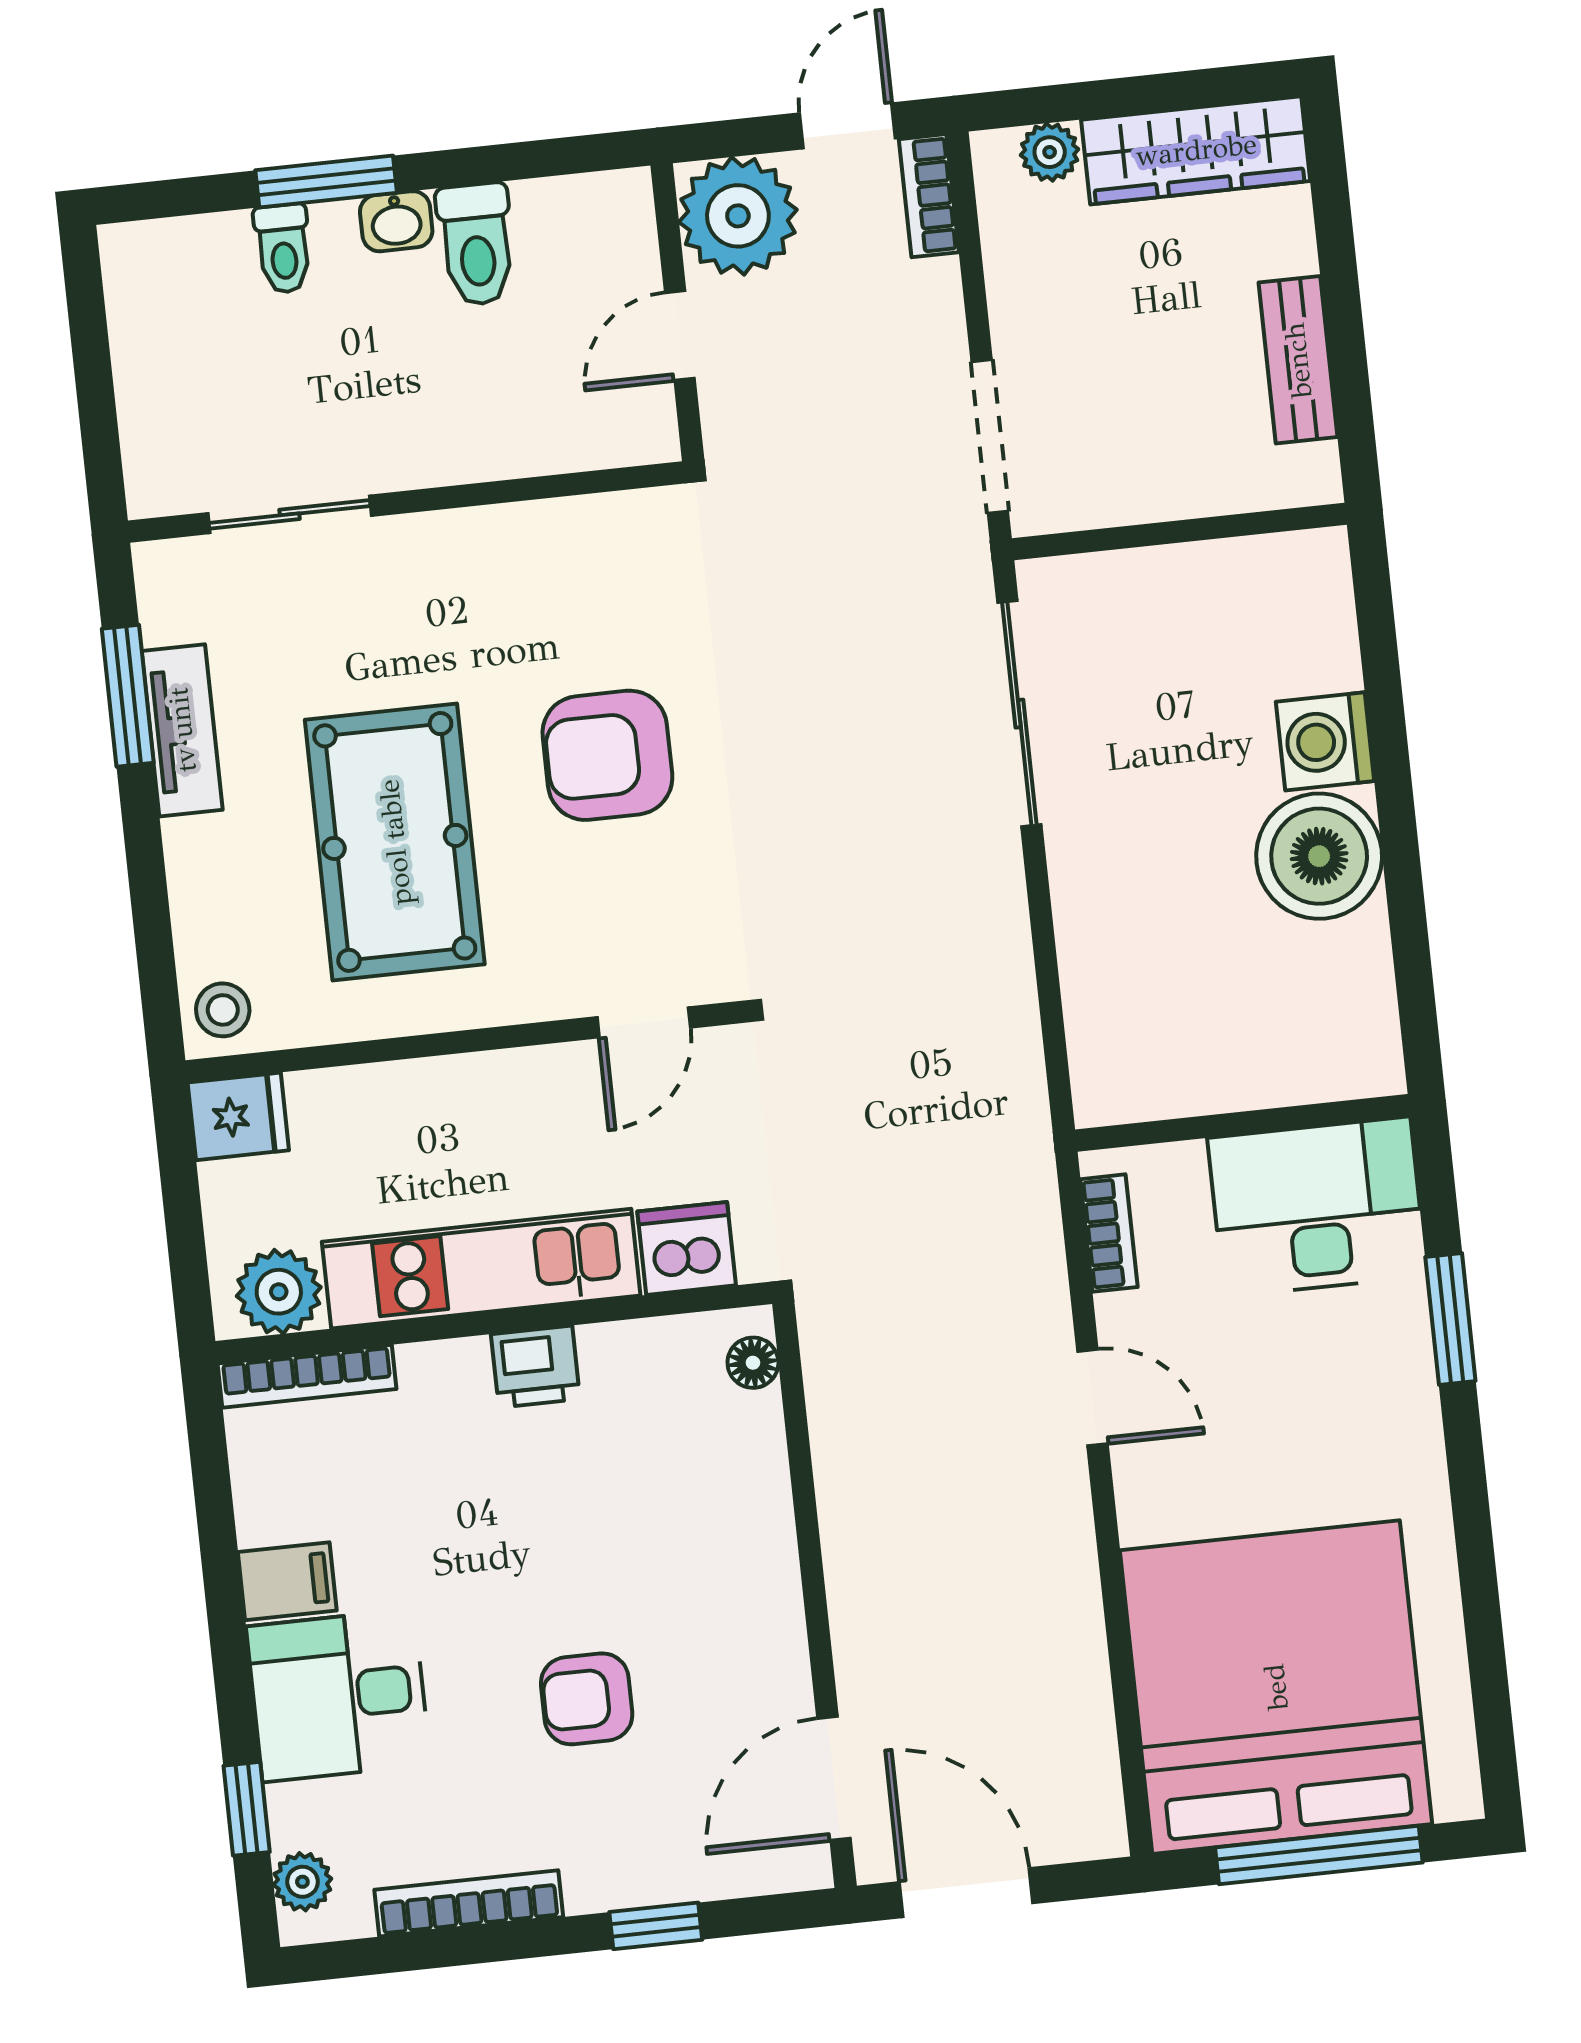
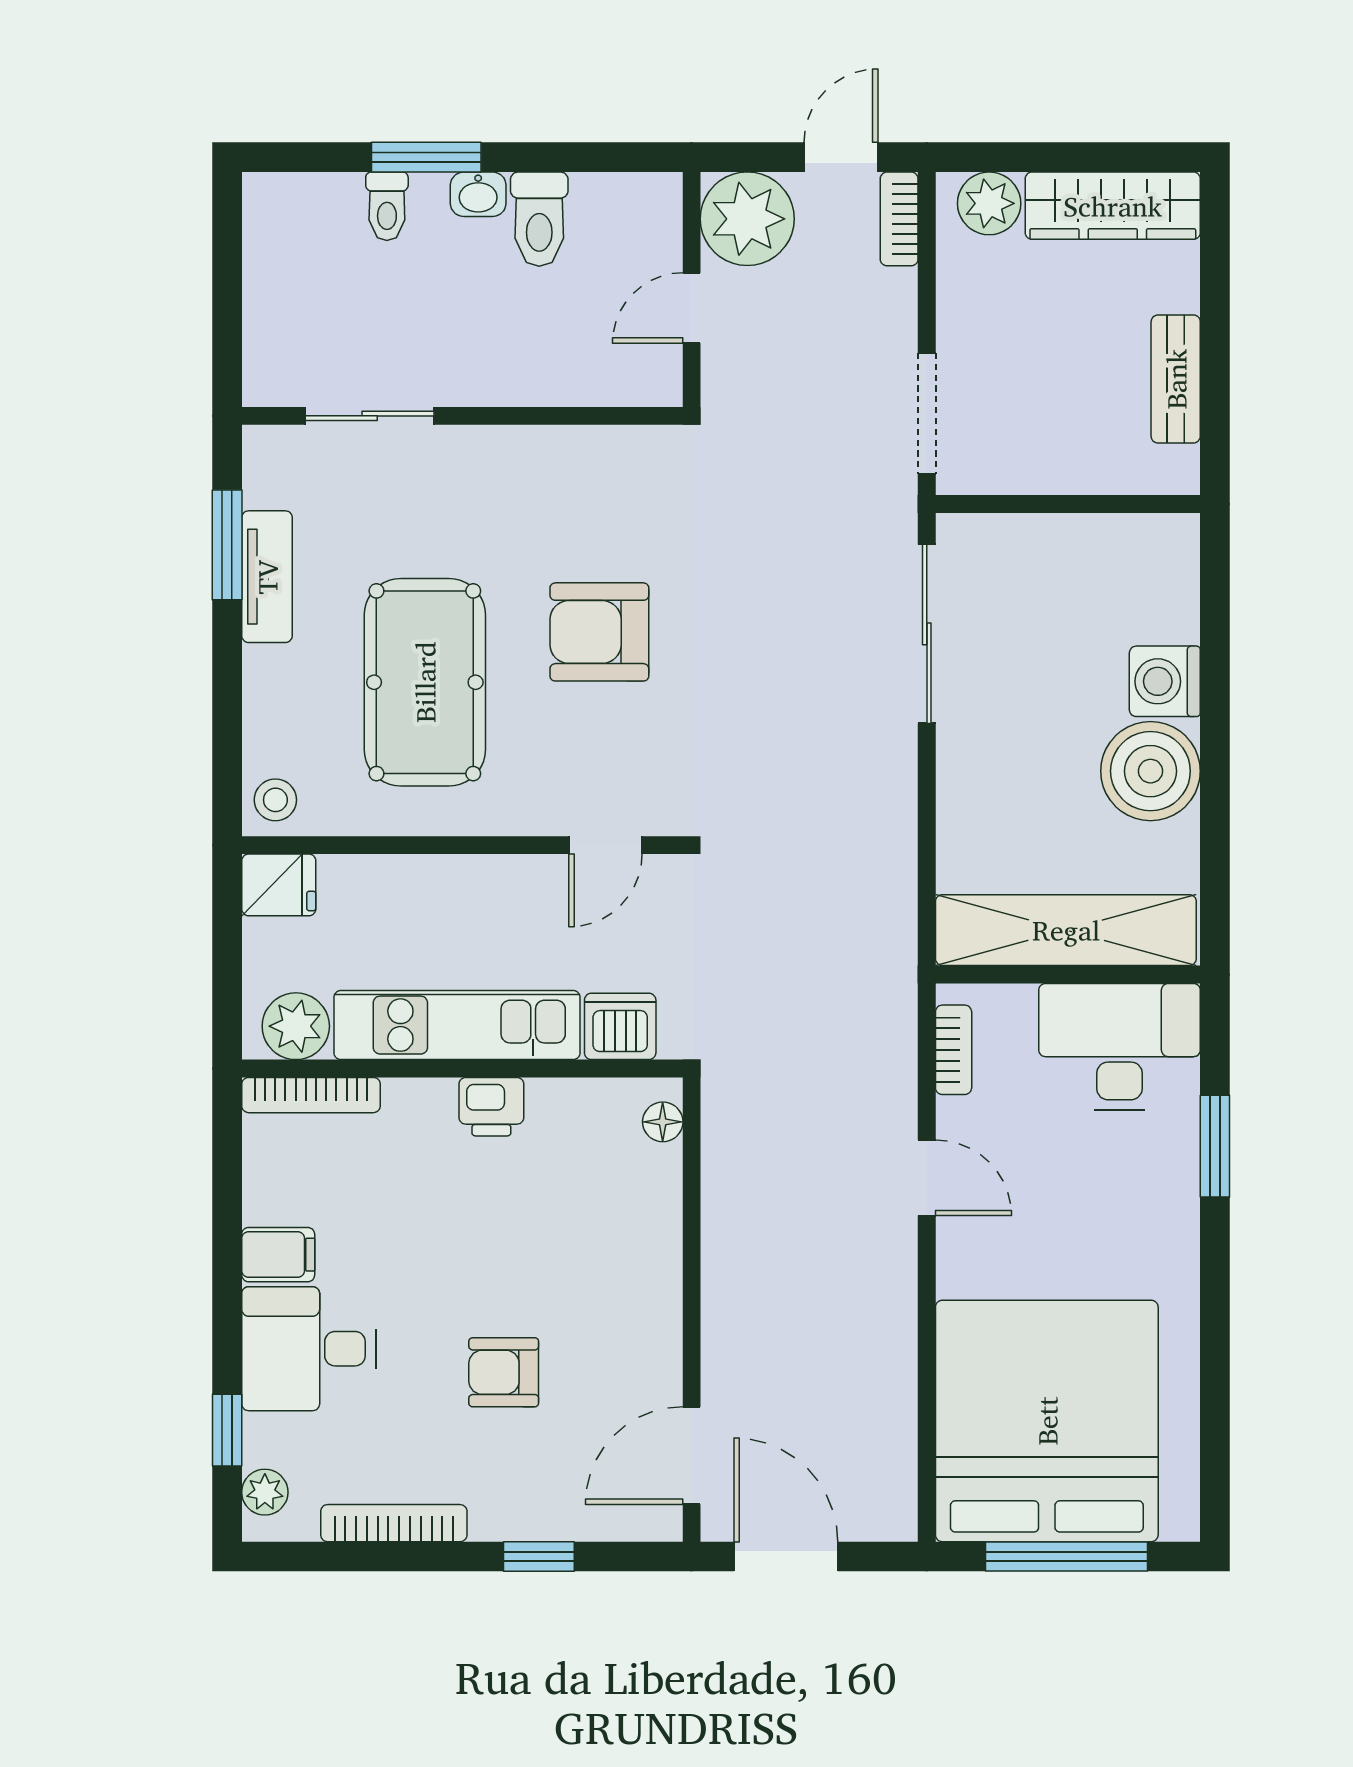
plant: (1050, 152) -> (989, 203), width x1.38, depth x1.38
shelving: (1234, 1067) -> (1066, 930), added

